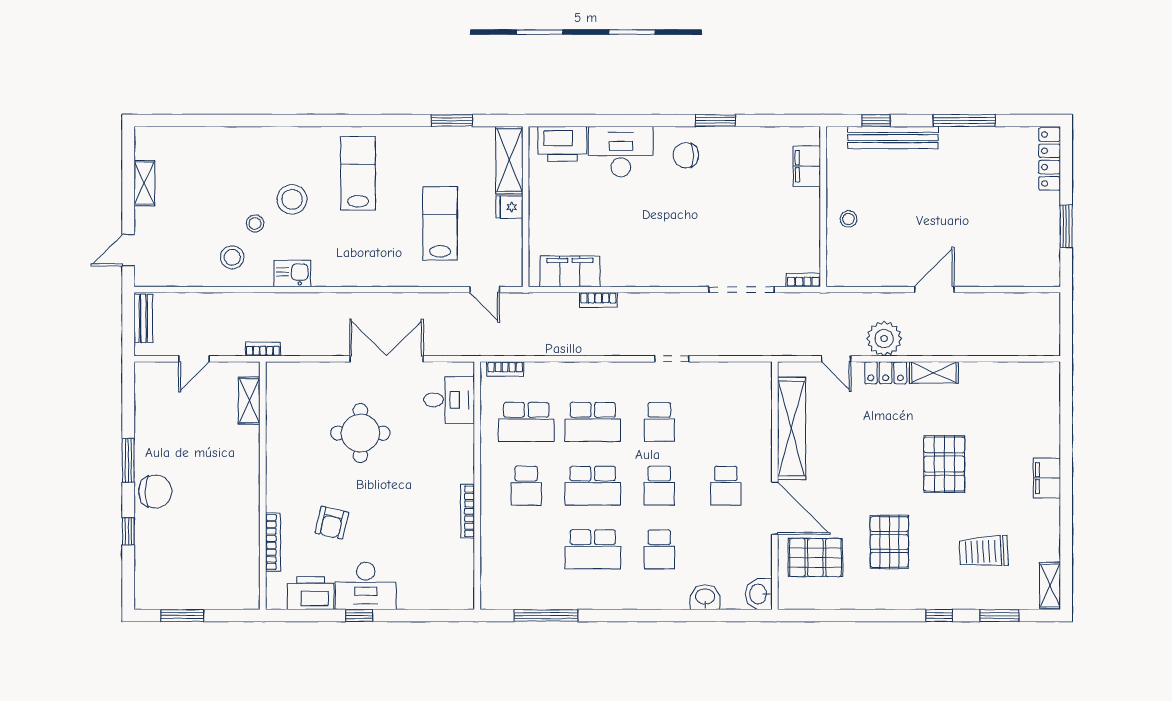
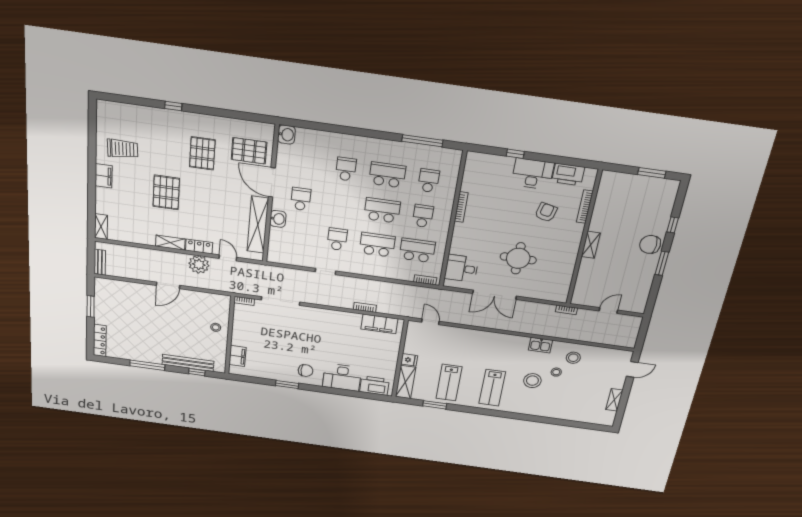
lab bench: (440, 223) -> (449, 383), moved
bench: (143, 318) -> (100, 262), moved
shelving: (249, 401) -> (591, 245), moved
school desk: (659, 486) -> (429, 181), moved
trolley: (984, 551) -> (123, 149), moved
shelving: (1050, 585) -> (101, 227), moved
washbasin: (705, 597) -> (278, 219), moved, turned -90
window: (359, 616) -> (515, 154), moved
window: (1000, 616) -> (135, 101), removed

